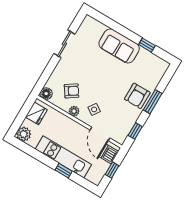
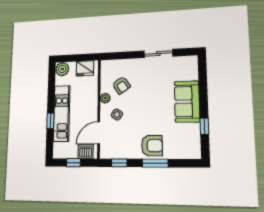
floor lamp: (46, 94) -> (106, 66), removed
armchair: (137, 96) -> (152, 146), turned 180

